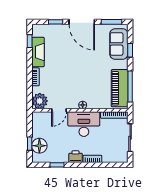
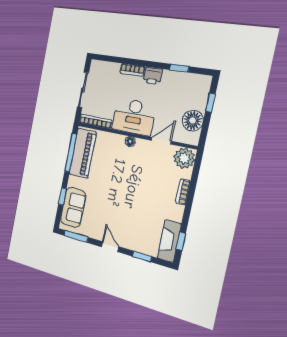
door: (82, 22) -> (110, 247), width x0.53
fireplace: (38, 52) -> (169, 241), moved
floor lamp: (39, 146) -> (193, 121), moved

